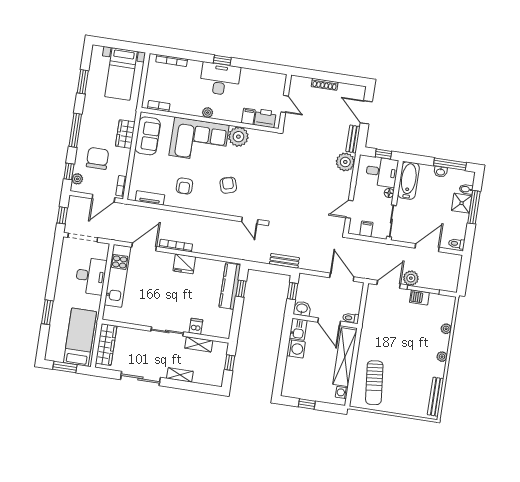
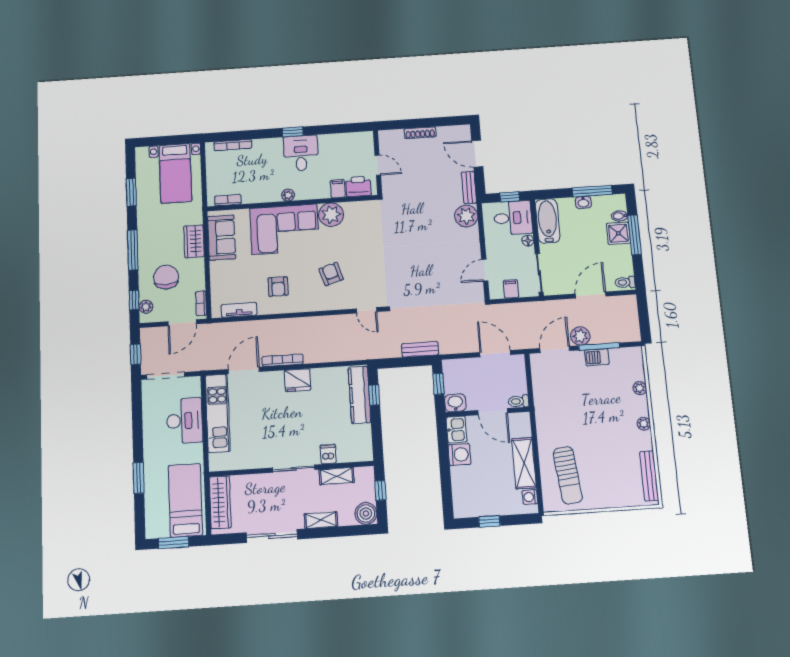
desk: (220, 79) -> (301, 153), width x0.73
shelving: (345, 357) -> (524, 463), width x0.68
boiler: (215, 377) -> (366, 513), added

